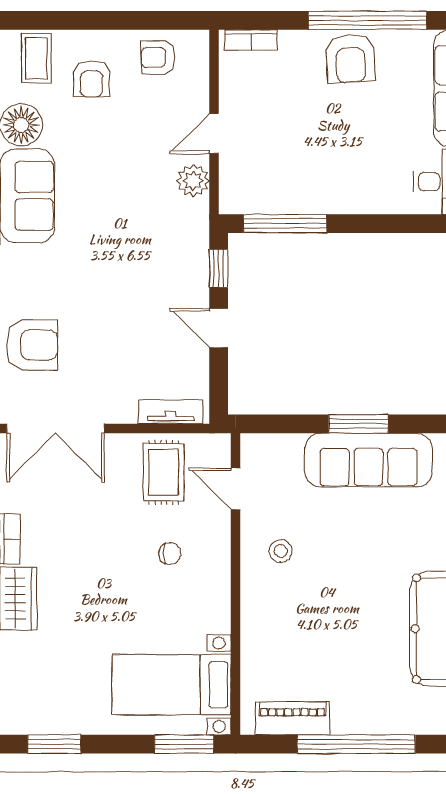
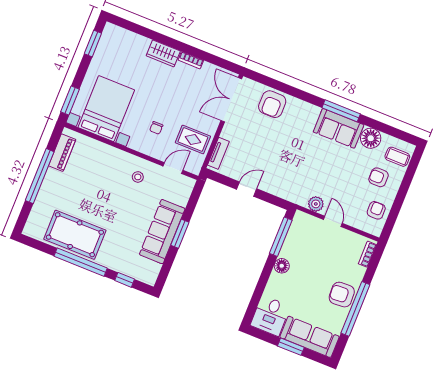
floor lamp: (341, 199) -> (282, 266), added
window: (219, 268) -> (273, 200), removed
bed with nightstands: (172, 685) -> (106, 109), width x1.36

